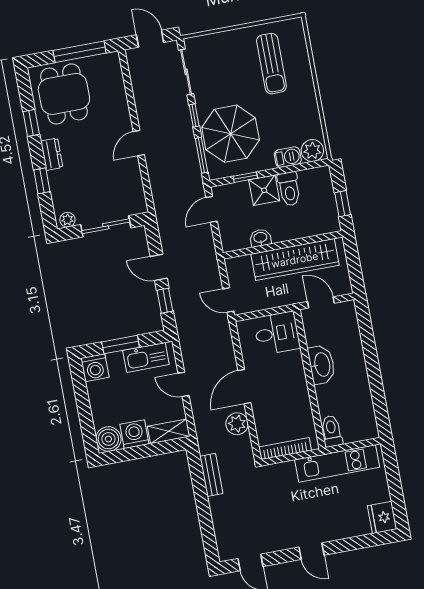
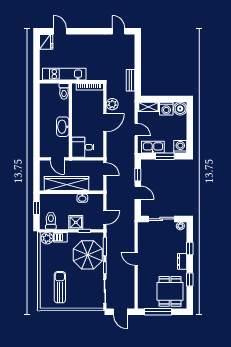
door: (139, 143) -> (136, 259), swing flipped
toilet: (289, 189) -> (51, 221), moved
door: (312, 551) -> (60, 31), moved

